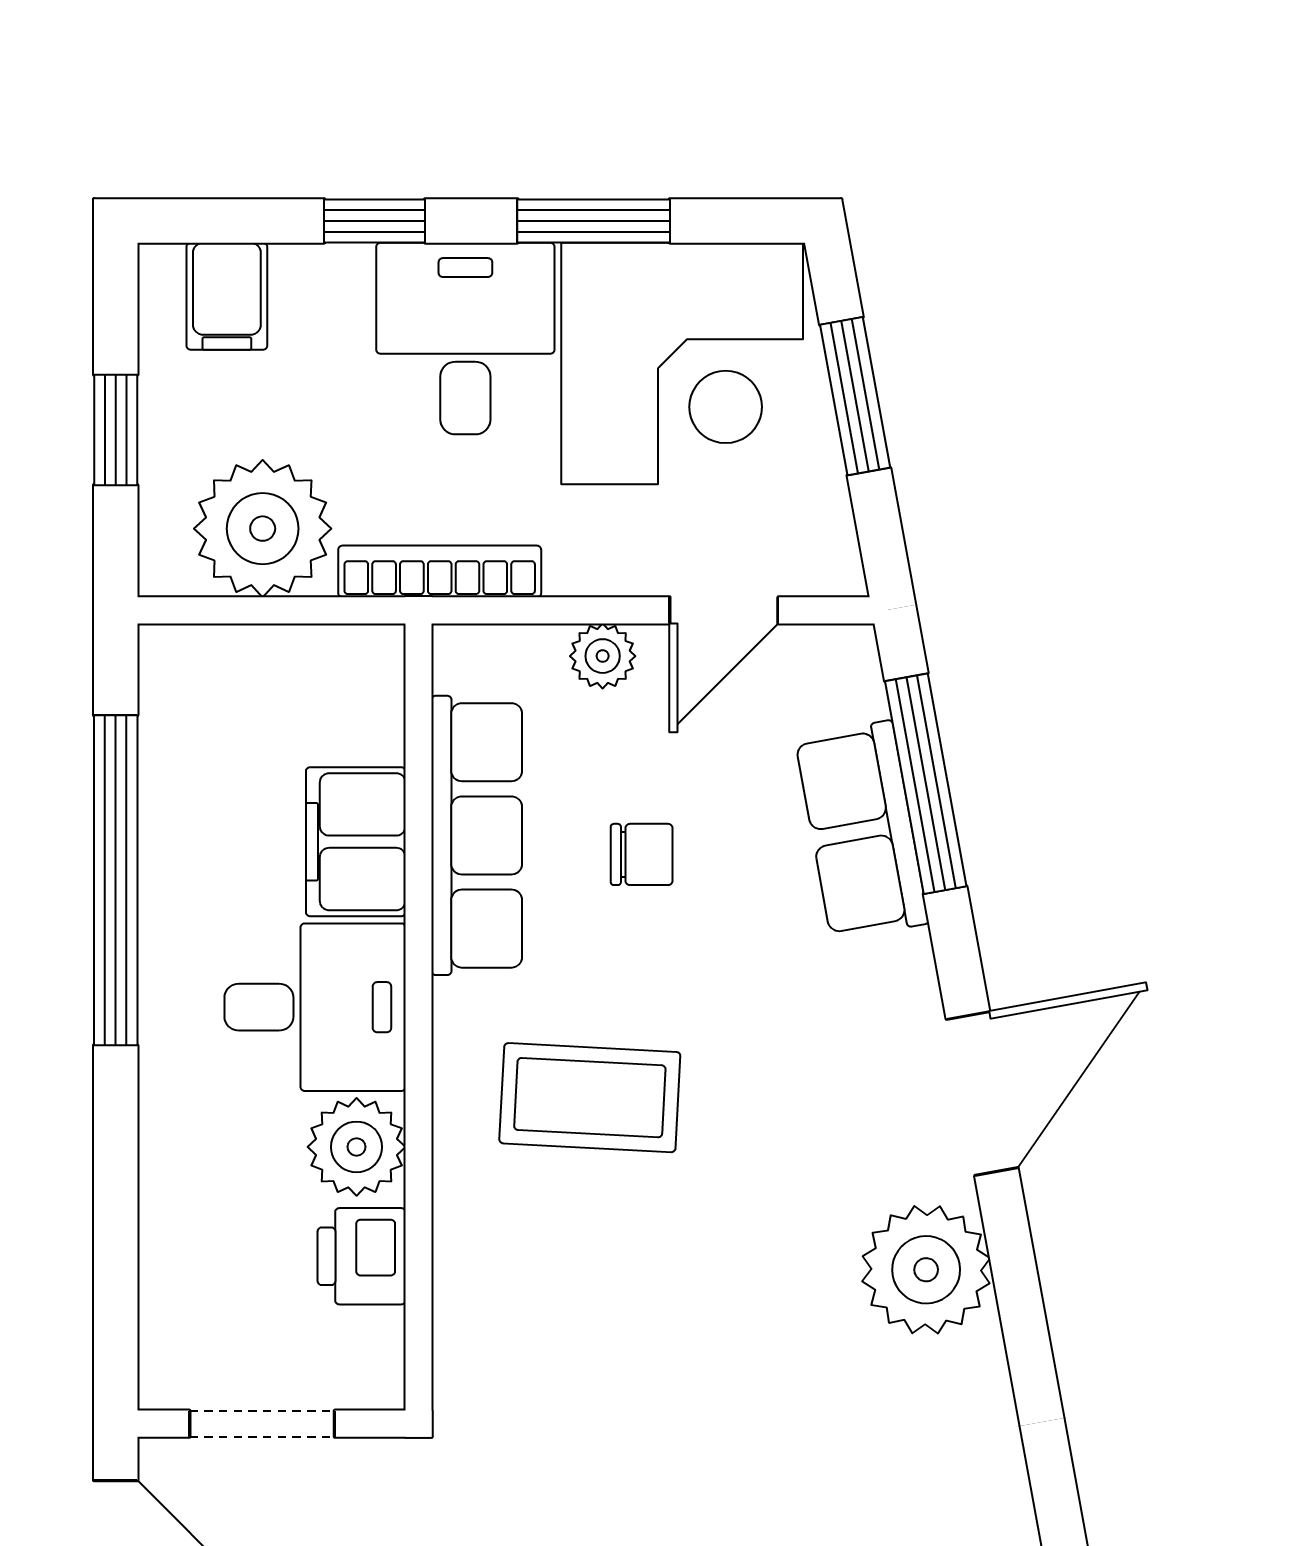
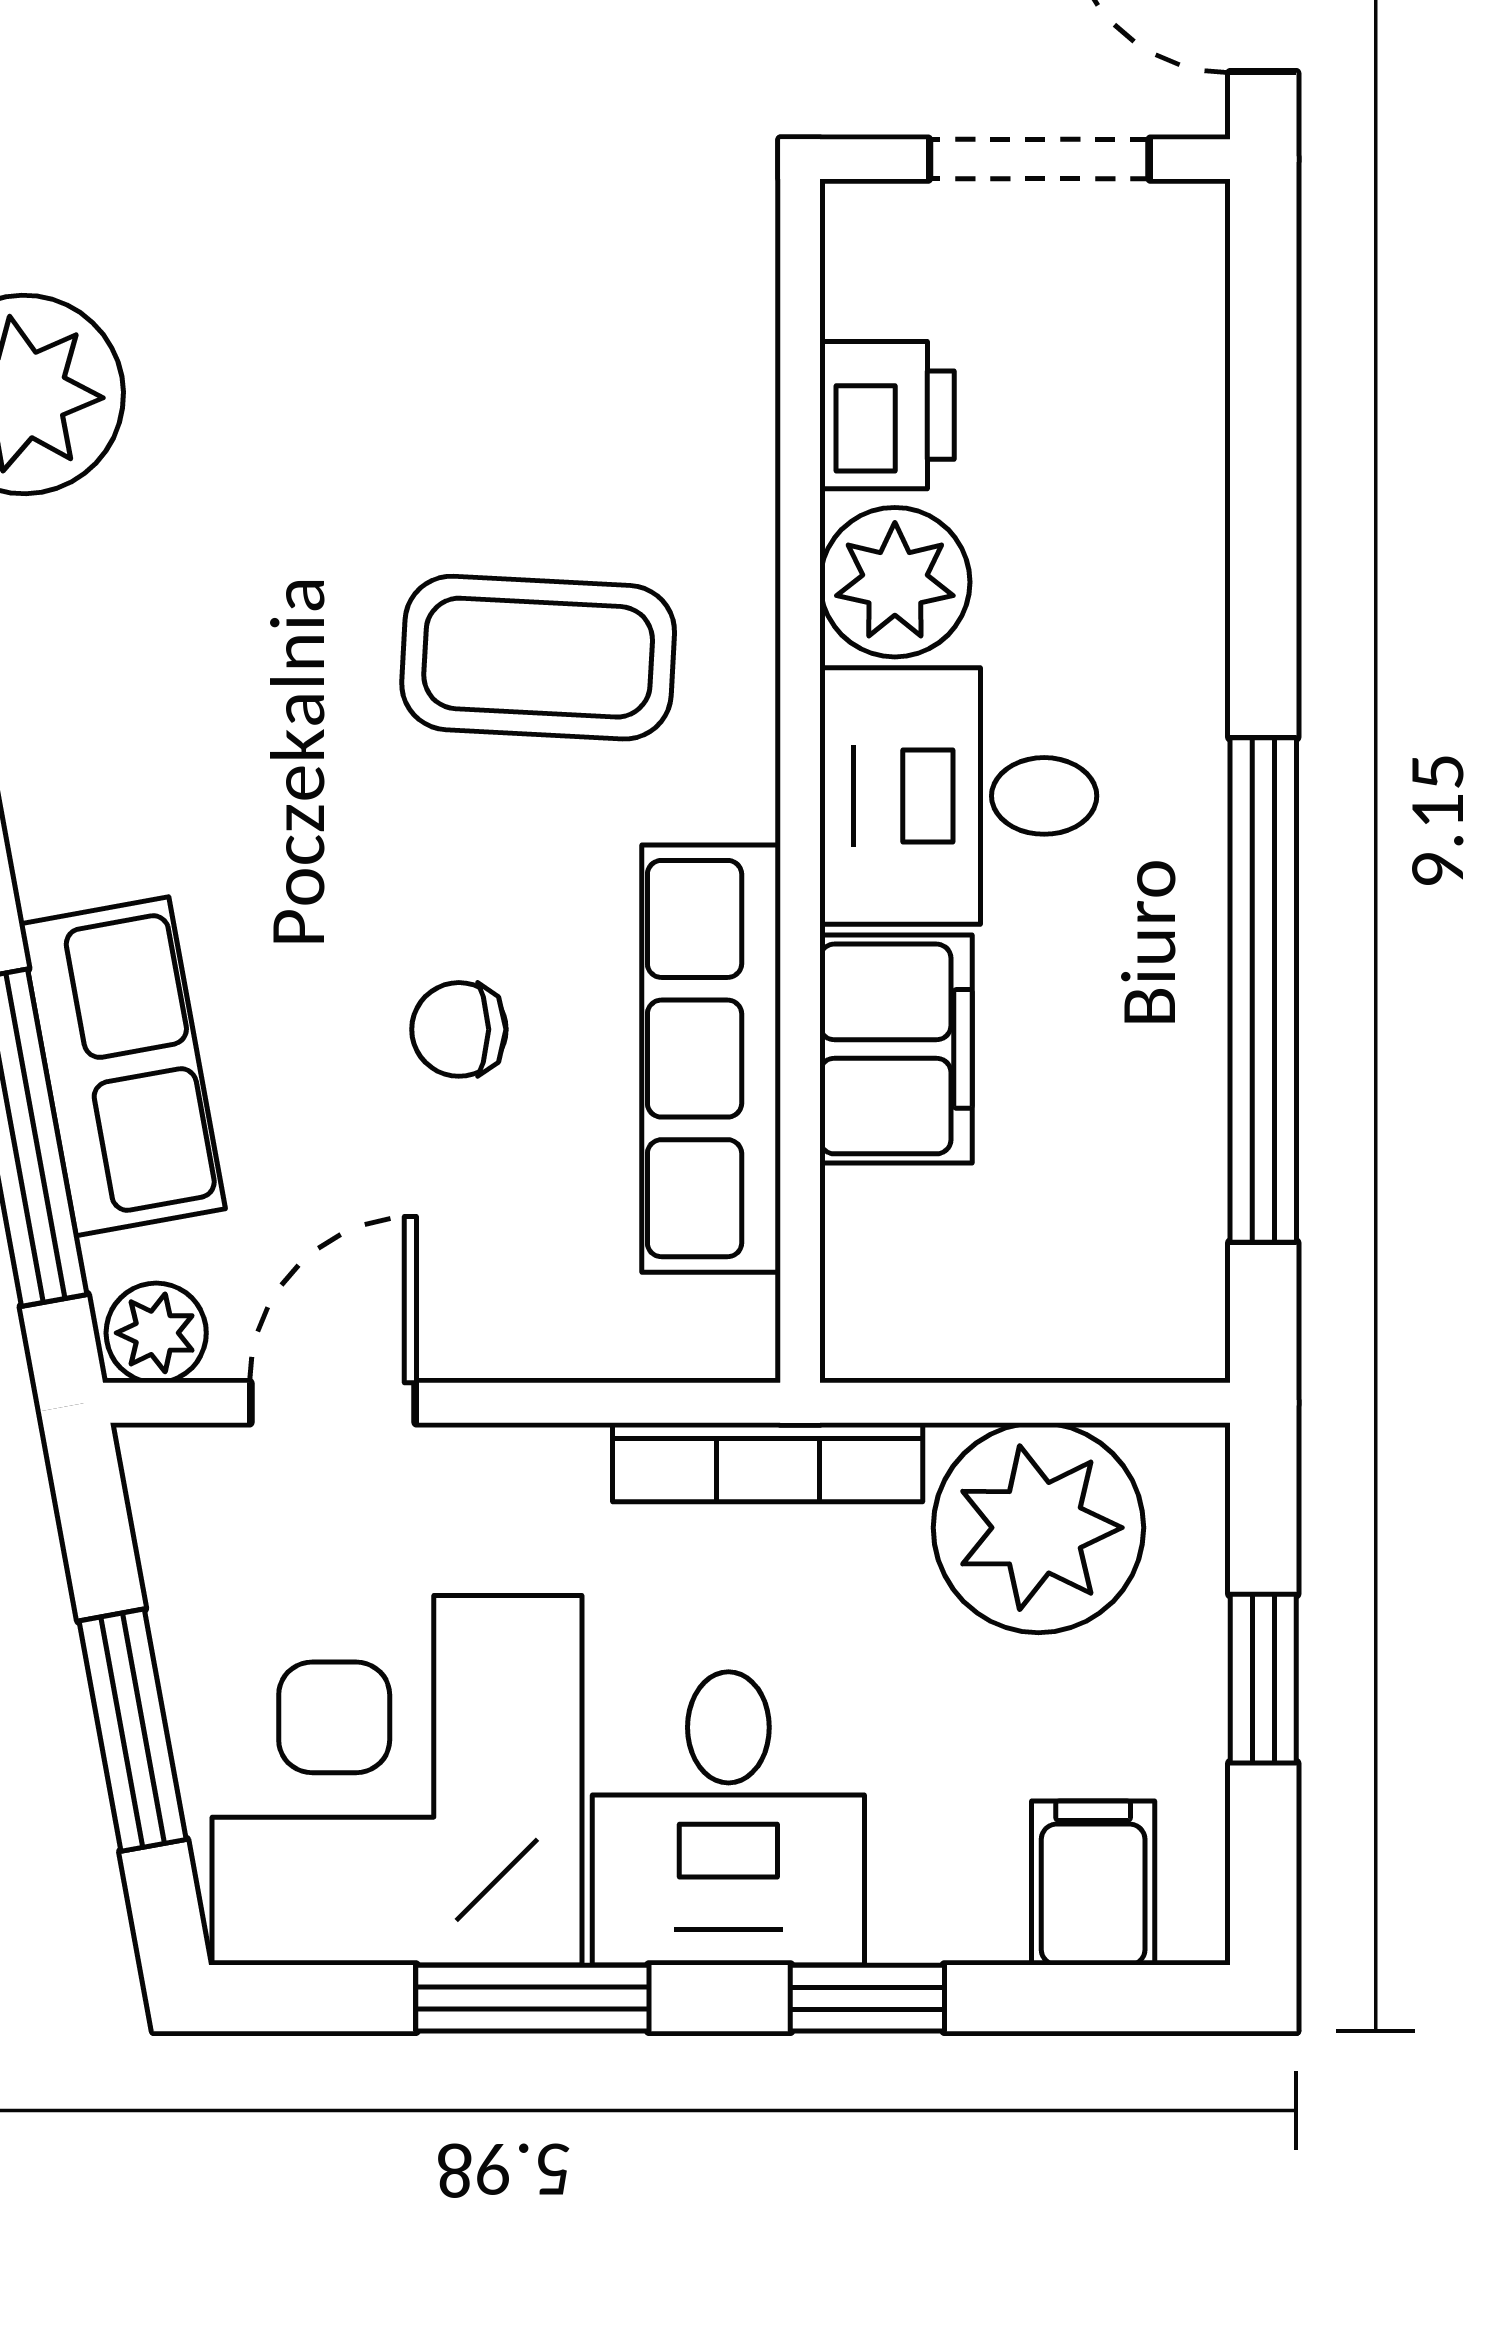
plant: (603, 656) -> (156, 1333), moved

